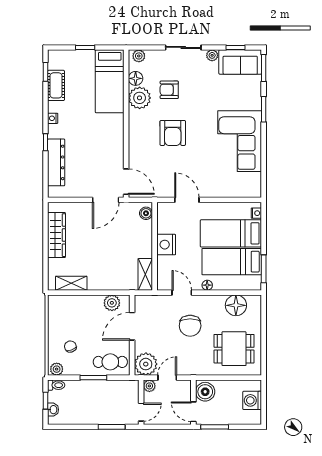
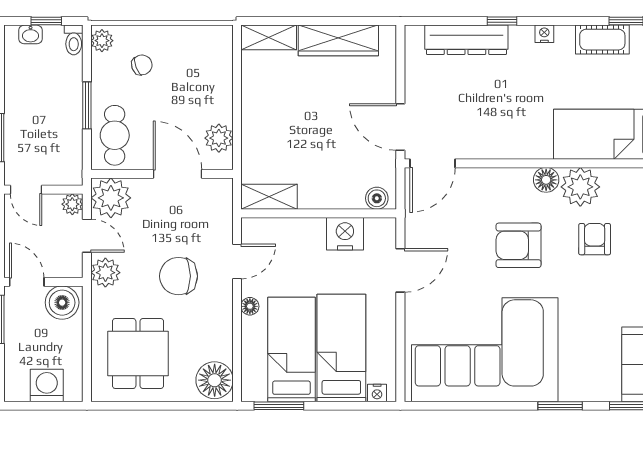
floor lamp: (136, 78) -> (546, 180), moved
corner sofa: (240, 141) -> (485, 350), width x1.36, depth x1.36
nightstand: (166, 245) -> (345, 234), moved
shelving: (71, 283) -> (269, 37), moved, turned 90
floor lamp: (236, 305) -> (215, 380), moved
plant: (188, 367) -> (105, 273), added
door: (193, 412) -> (27, 282), hinge flipped

